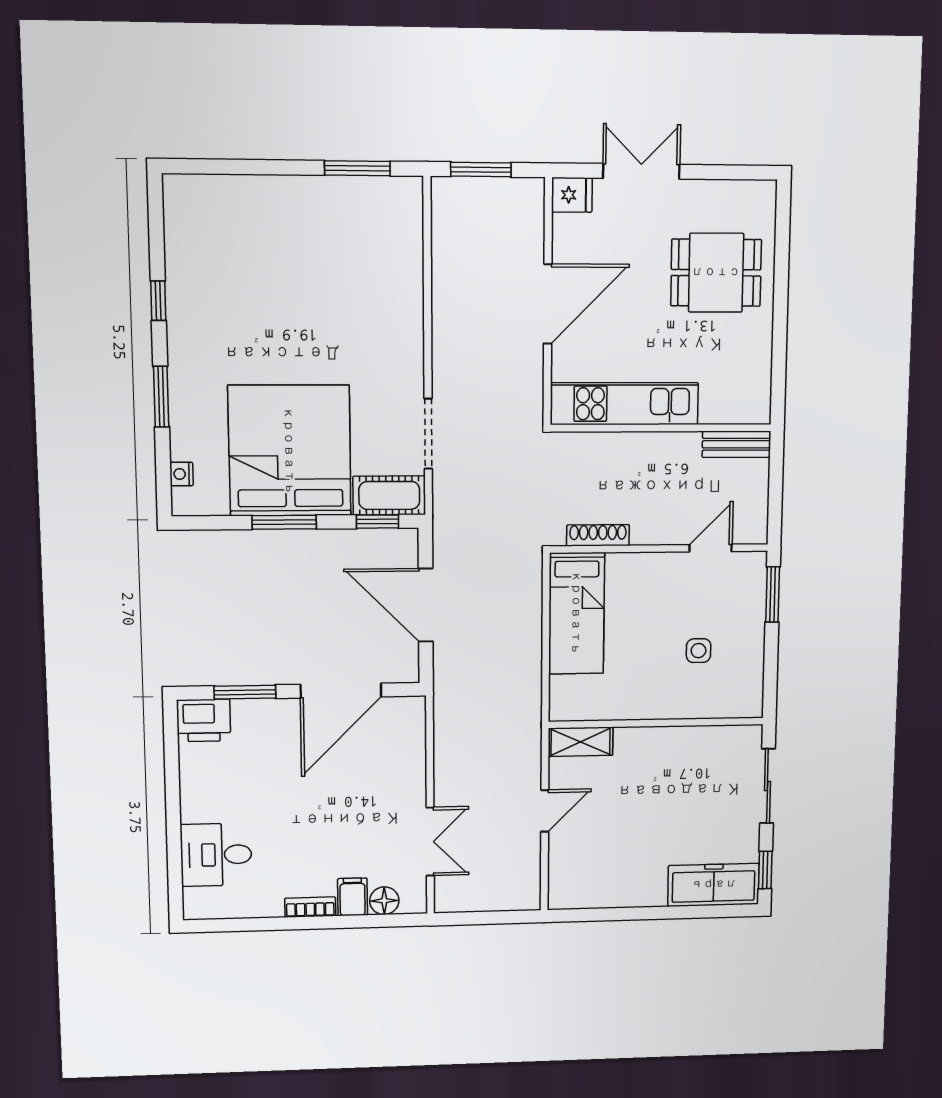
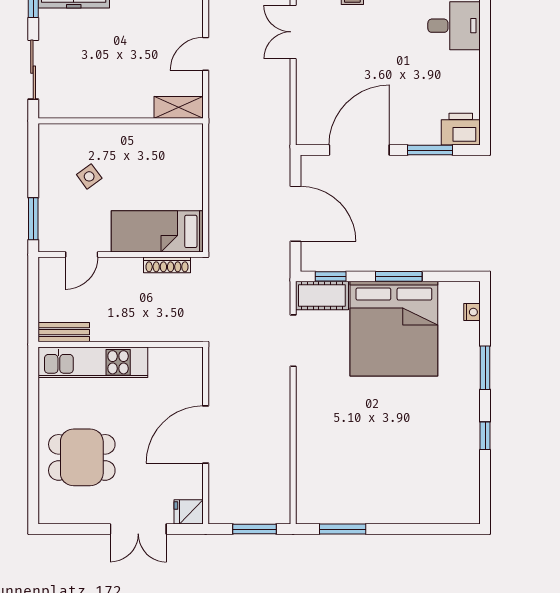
kitchen unit: (624, 404) -> (93, 362), moved
bed: (577, 613) -> (157, 231), moved, turned -90
side table: (699, 651) -> (89, 176), turned -36

